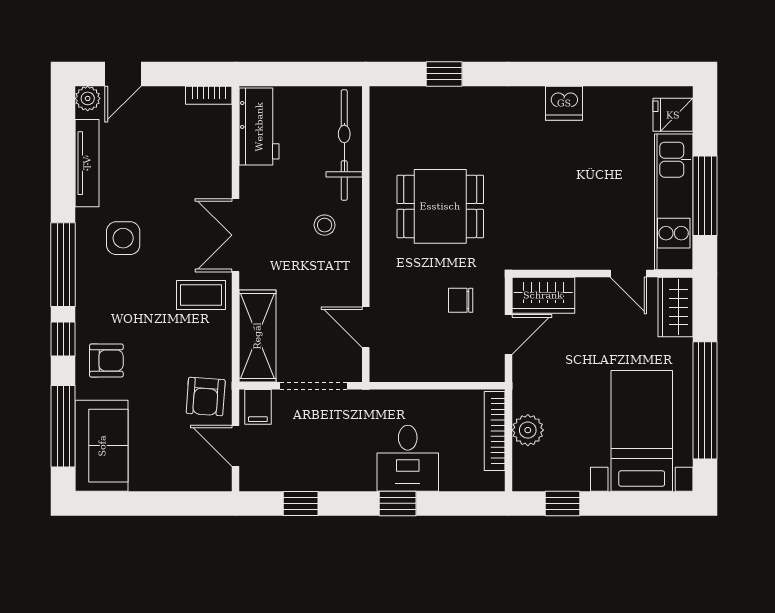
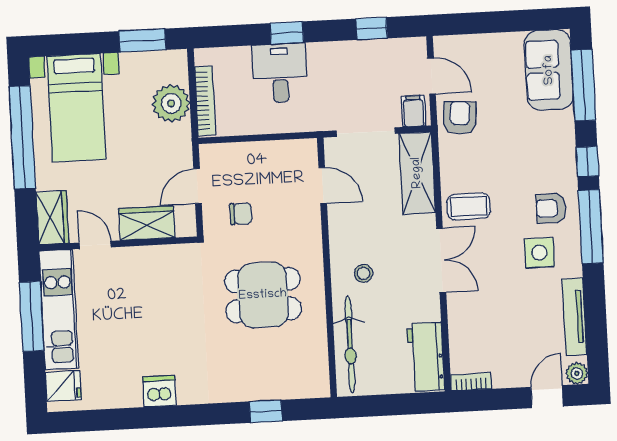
wardrobe: (543, 295) -> (147, 223), moved
armchair: (106, 361) -> (551, 208), moved
plant: (528, 430) -> (171, 103), width x1.36, depth x1.36
window: (562, 503) -> (142, 40), width x1.50

